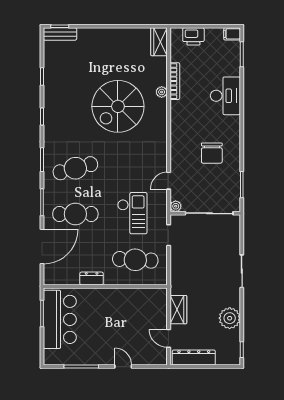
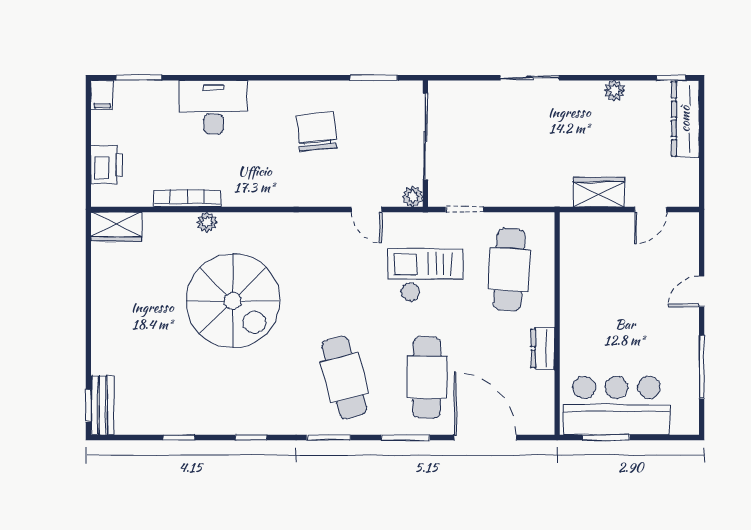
chair: (212, 153) -> (317, 132), turned -95
plant: (230, 318) -> (614, 91), width x0.53, depth x0.53
dresser: (194, 358) -> (685, 119), moved

